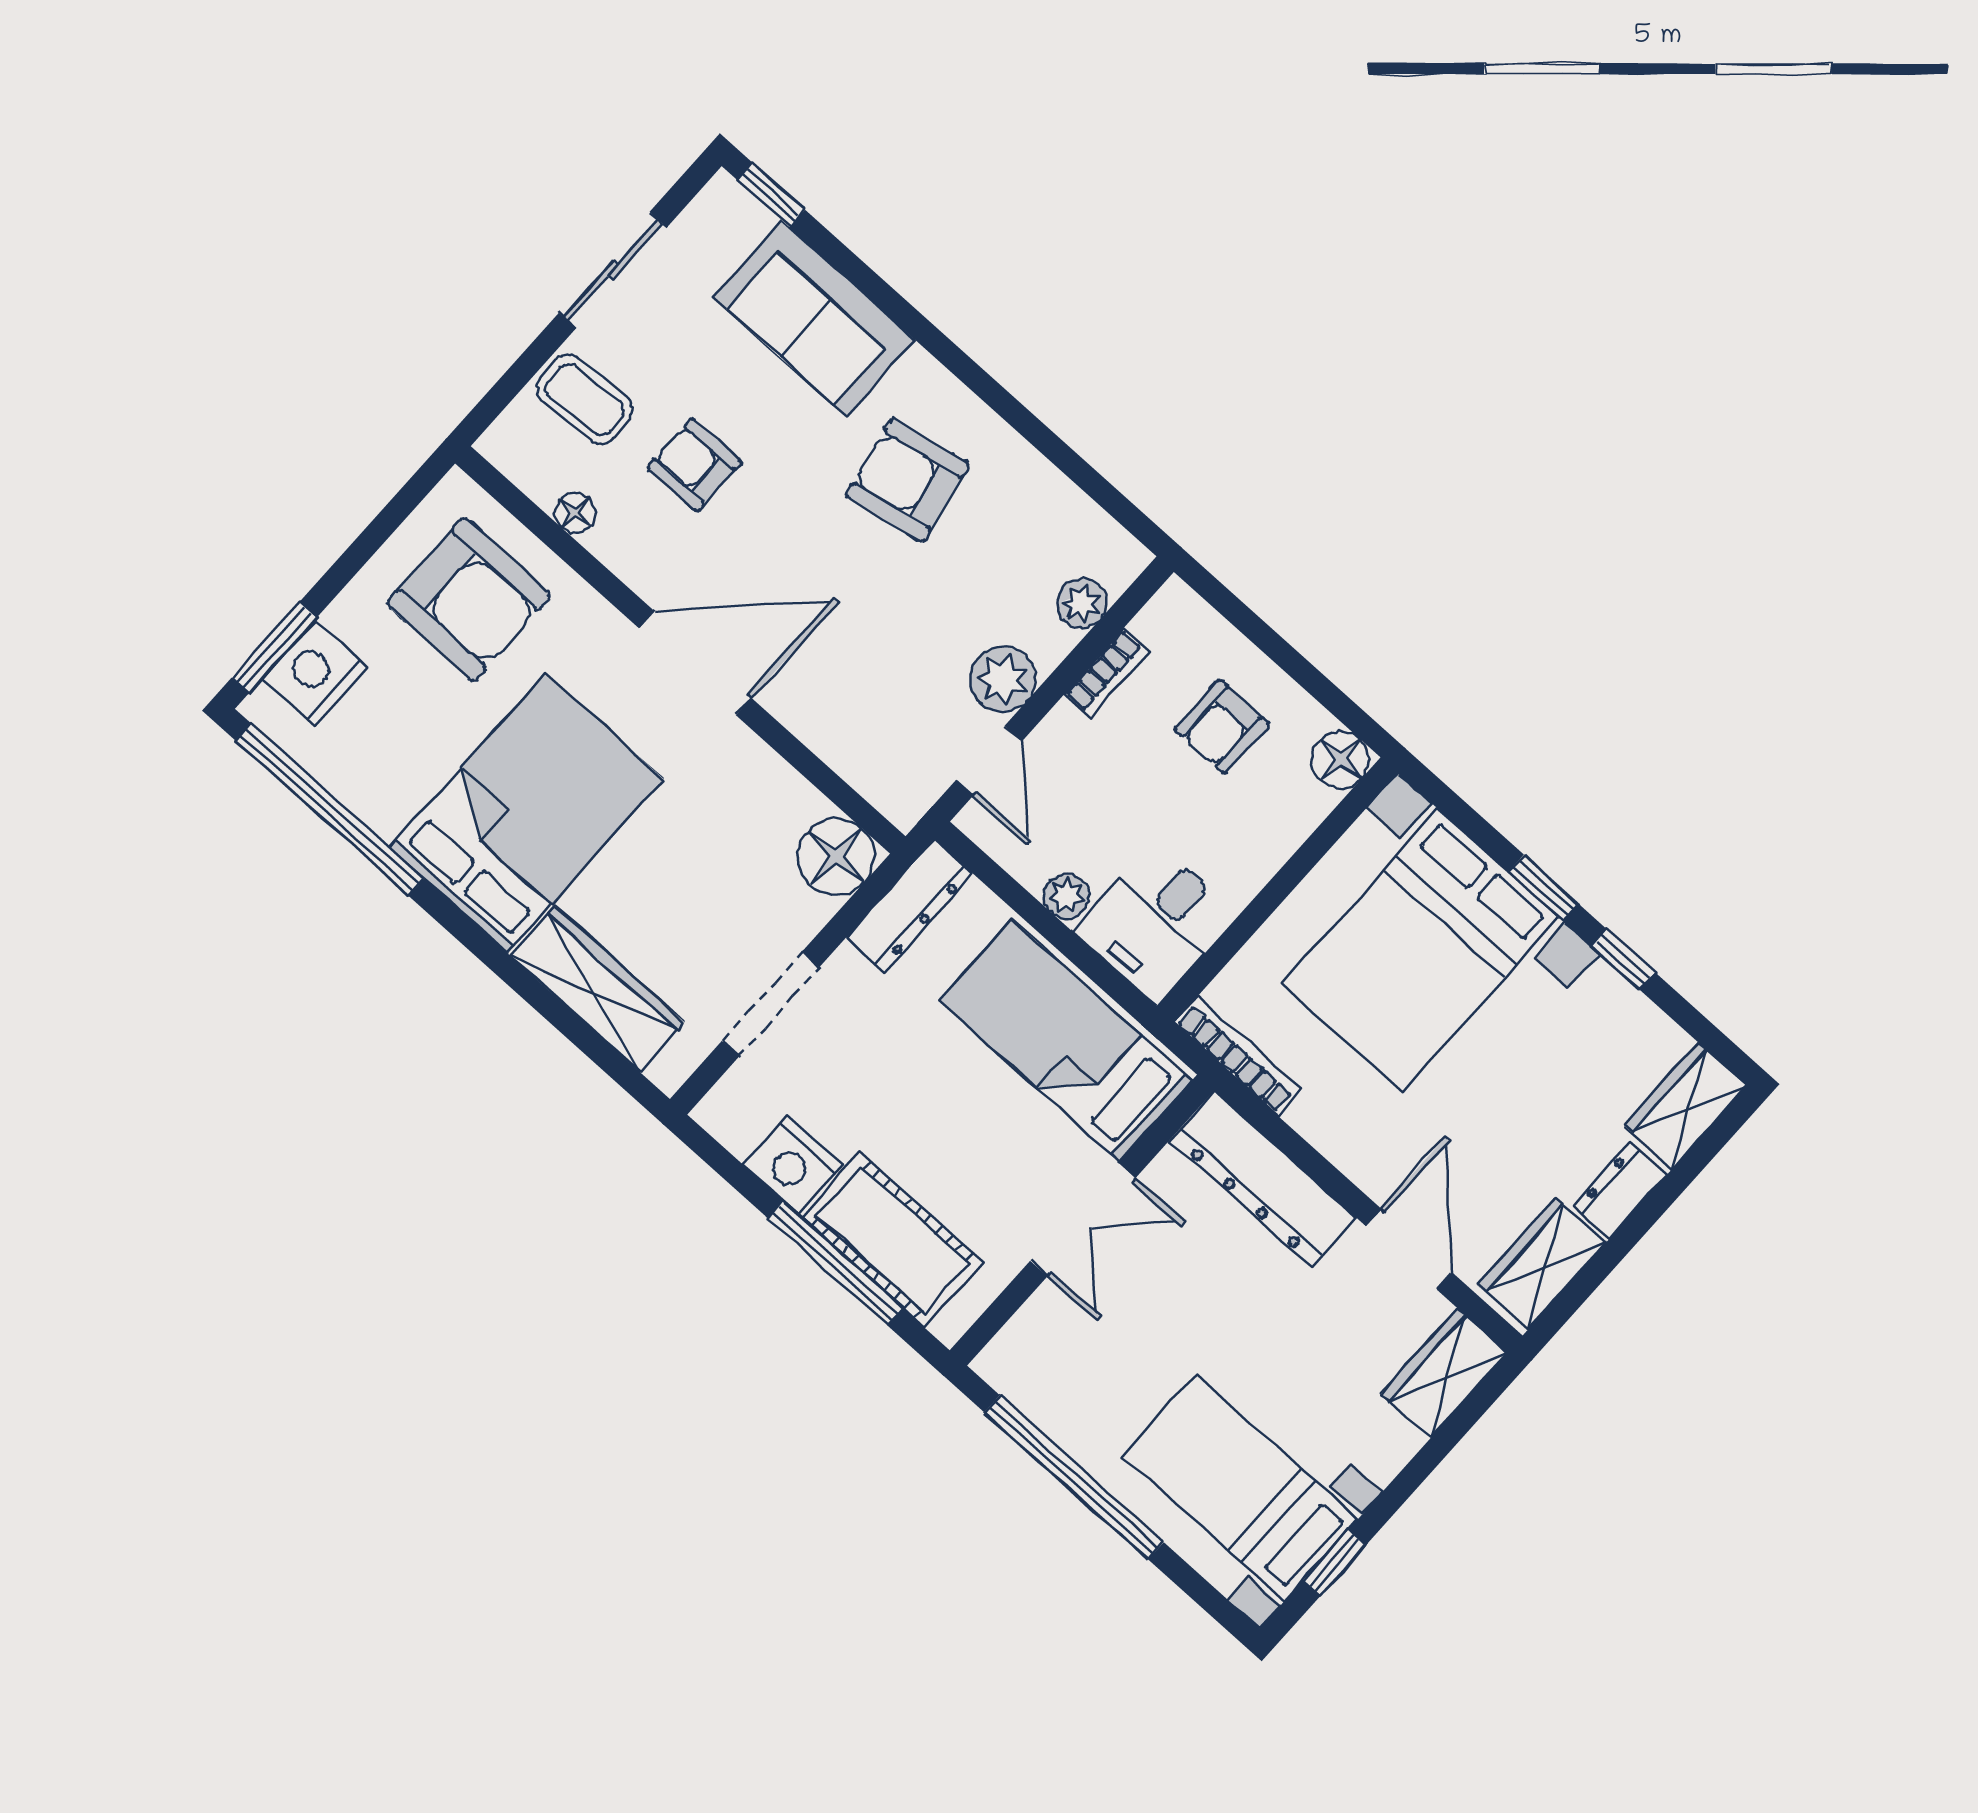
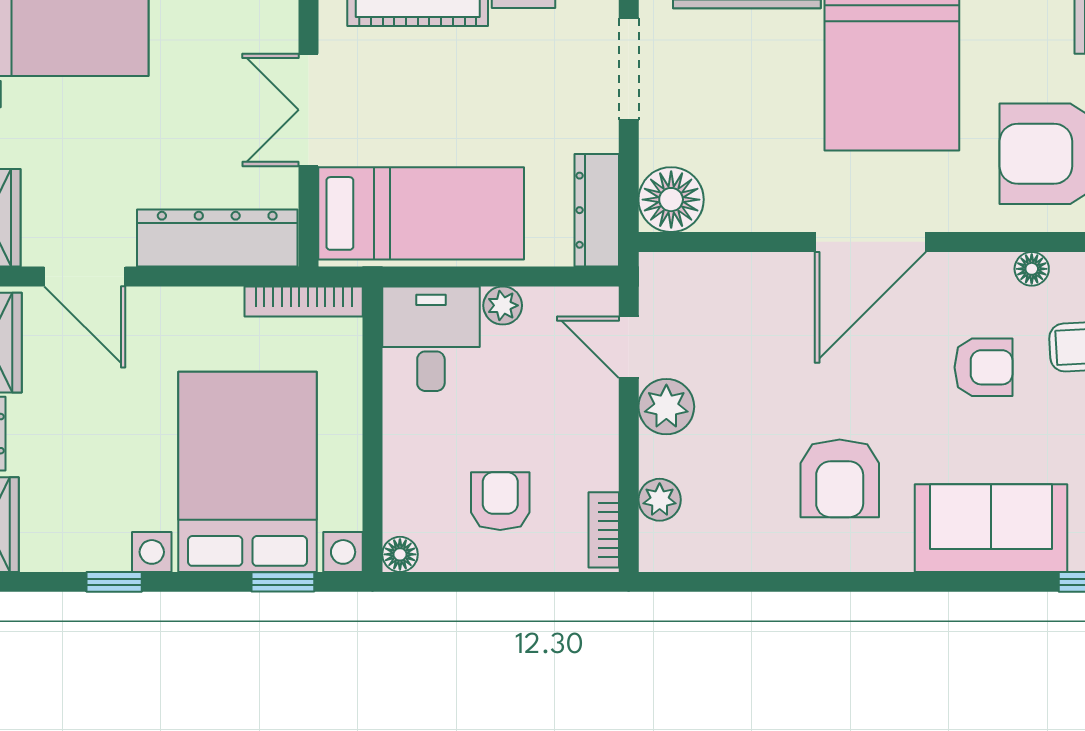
armchair: (907, 480) -> (840, 478), turned 101
bookcase: (1107, 673) -> (604, 530), moved
floor lamp: (1341, 760) -> (400, 554), width x0.73, depth x0.73
window: (1544, 888) -> (283, 582), moved

